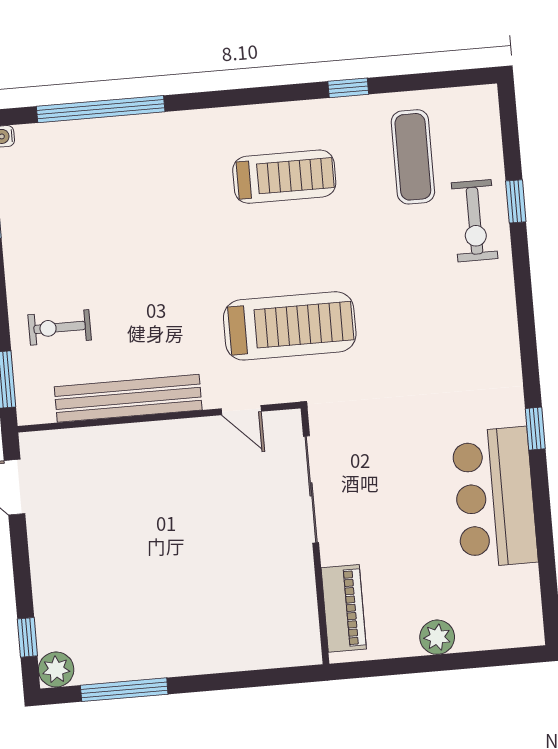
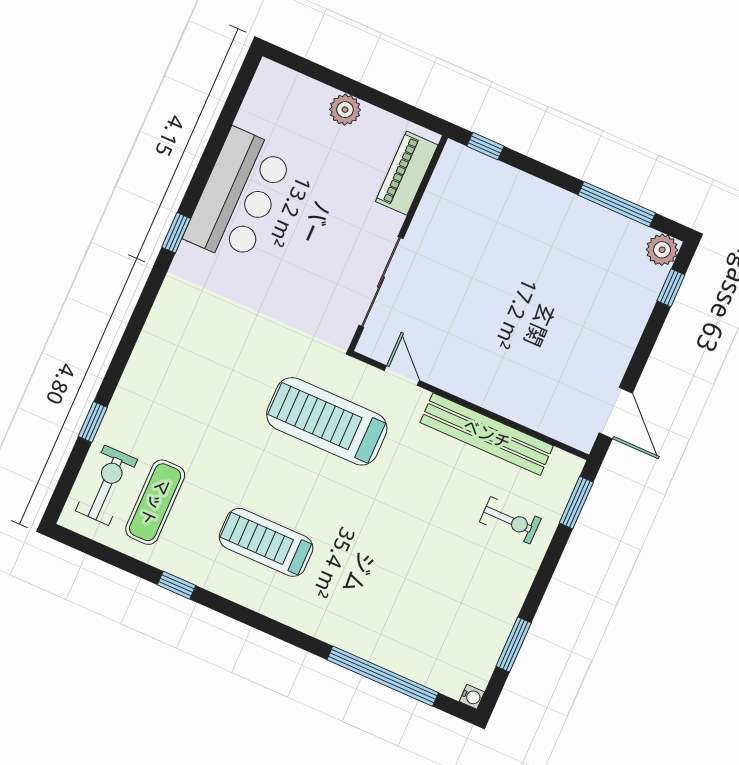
exercise bike: (475, 221) -> (106, 485), moved
window: (282, 676) -> (485, 146), added

